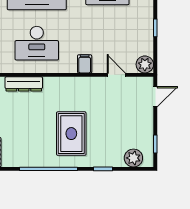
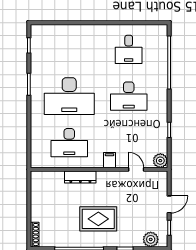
dresser: (24, 84) -> (80, 177), moved
door: (155, 97) -> (169, 204), moved
rug: (71, 134) -> (98, 219), turned 90

